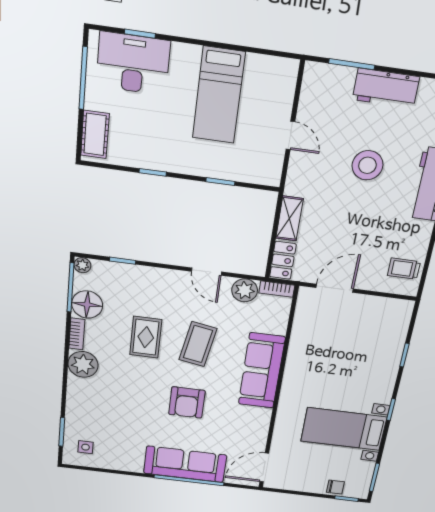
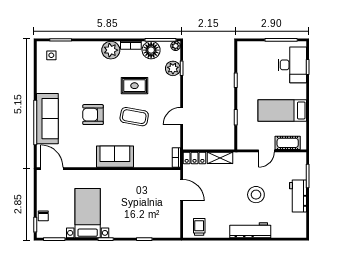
cot: (95, 134) -> (288, 143), moved
plant: (245, 290) -> (173, 68), moved
sofa: (262, 371) -> (115, 157), width x0.73

